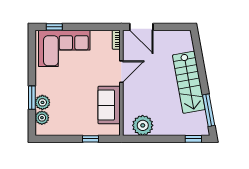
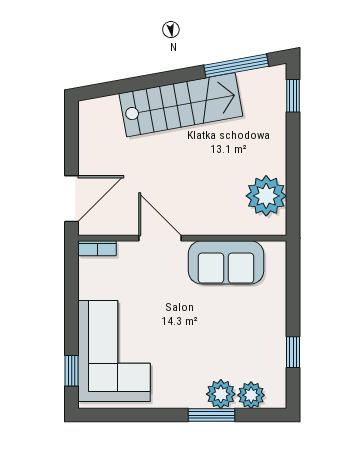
window: (90, 139) -> (293, 352), moved

